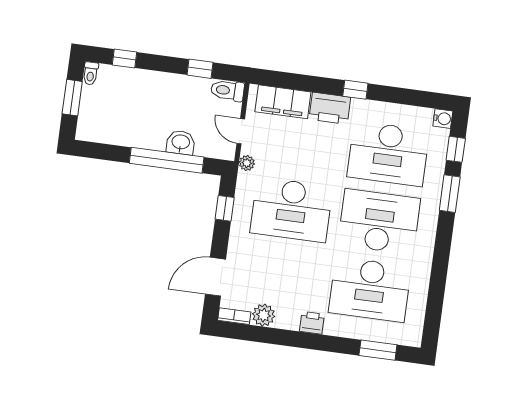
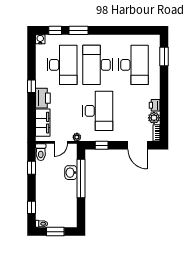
printer: (312, 323) -> (155, 105), moved

